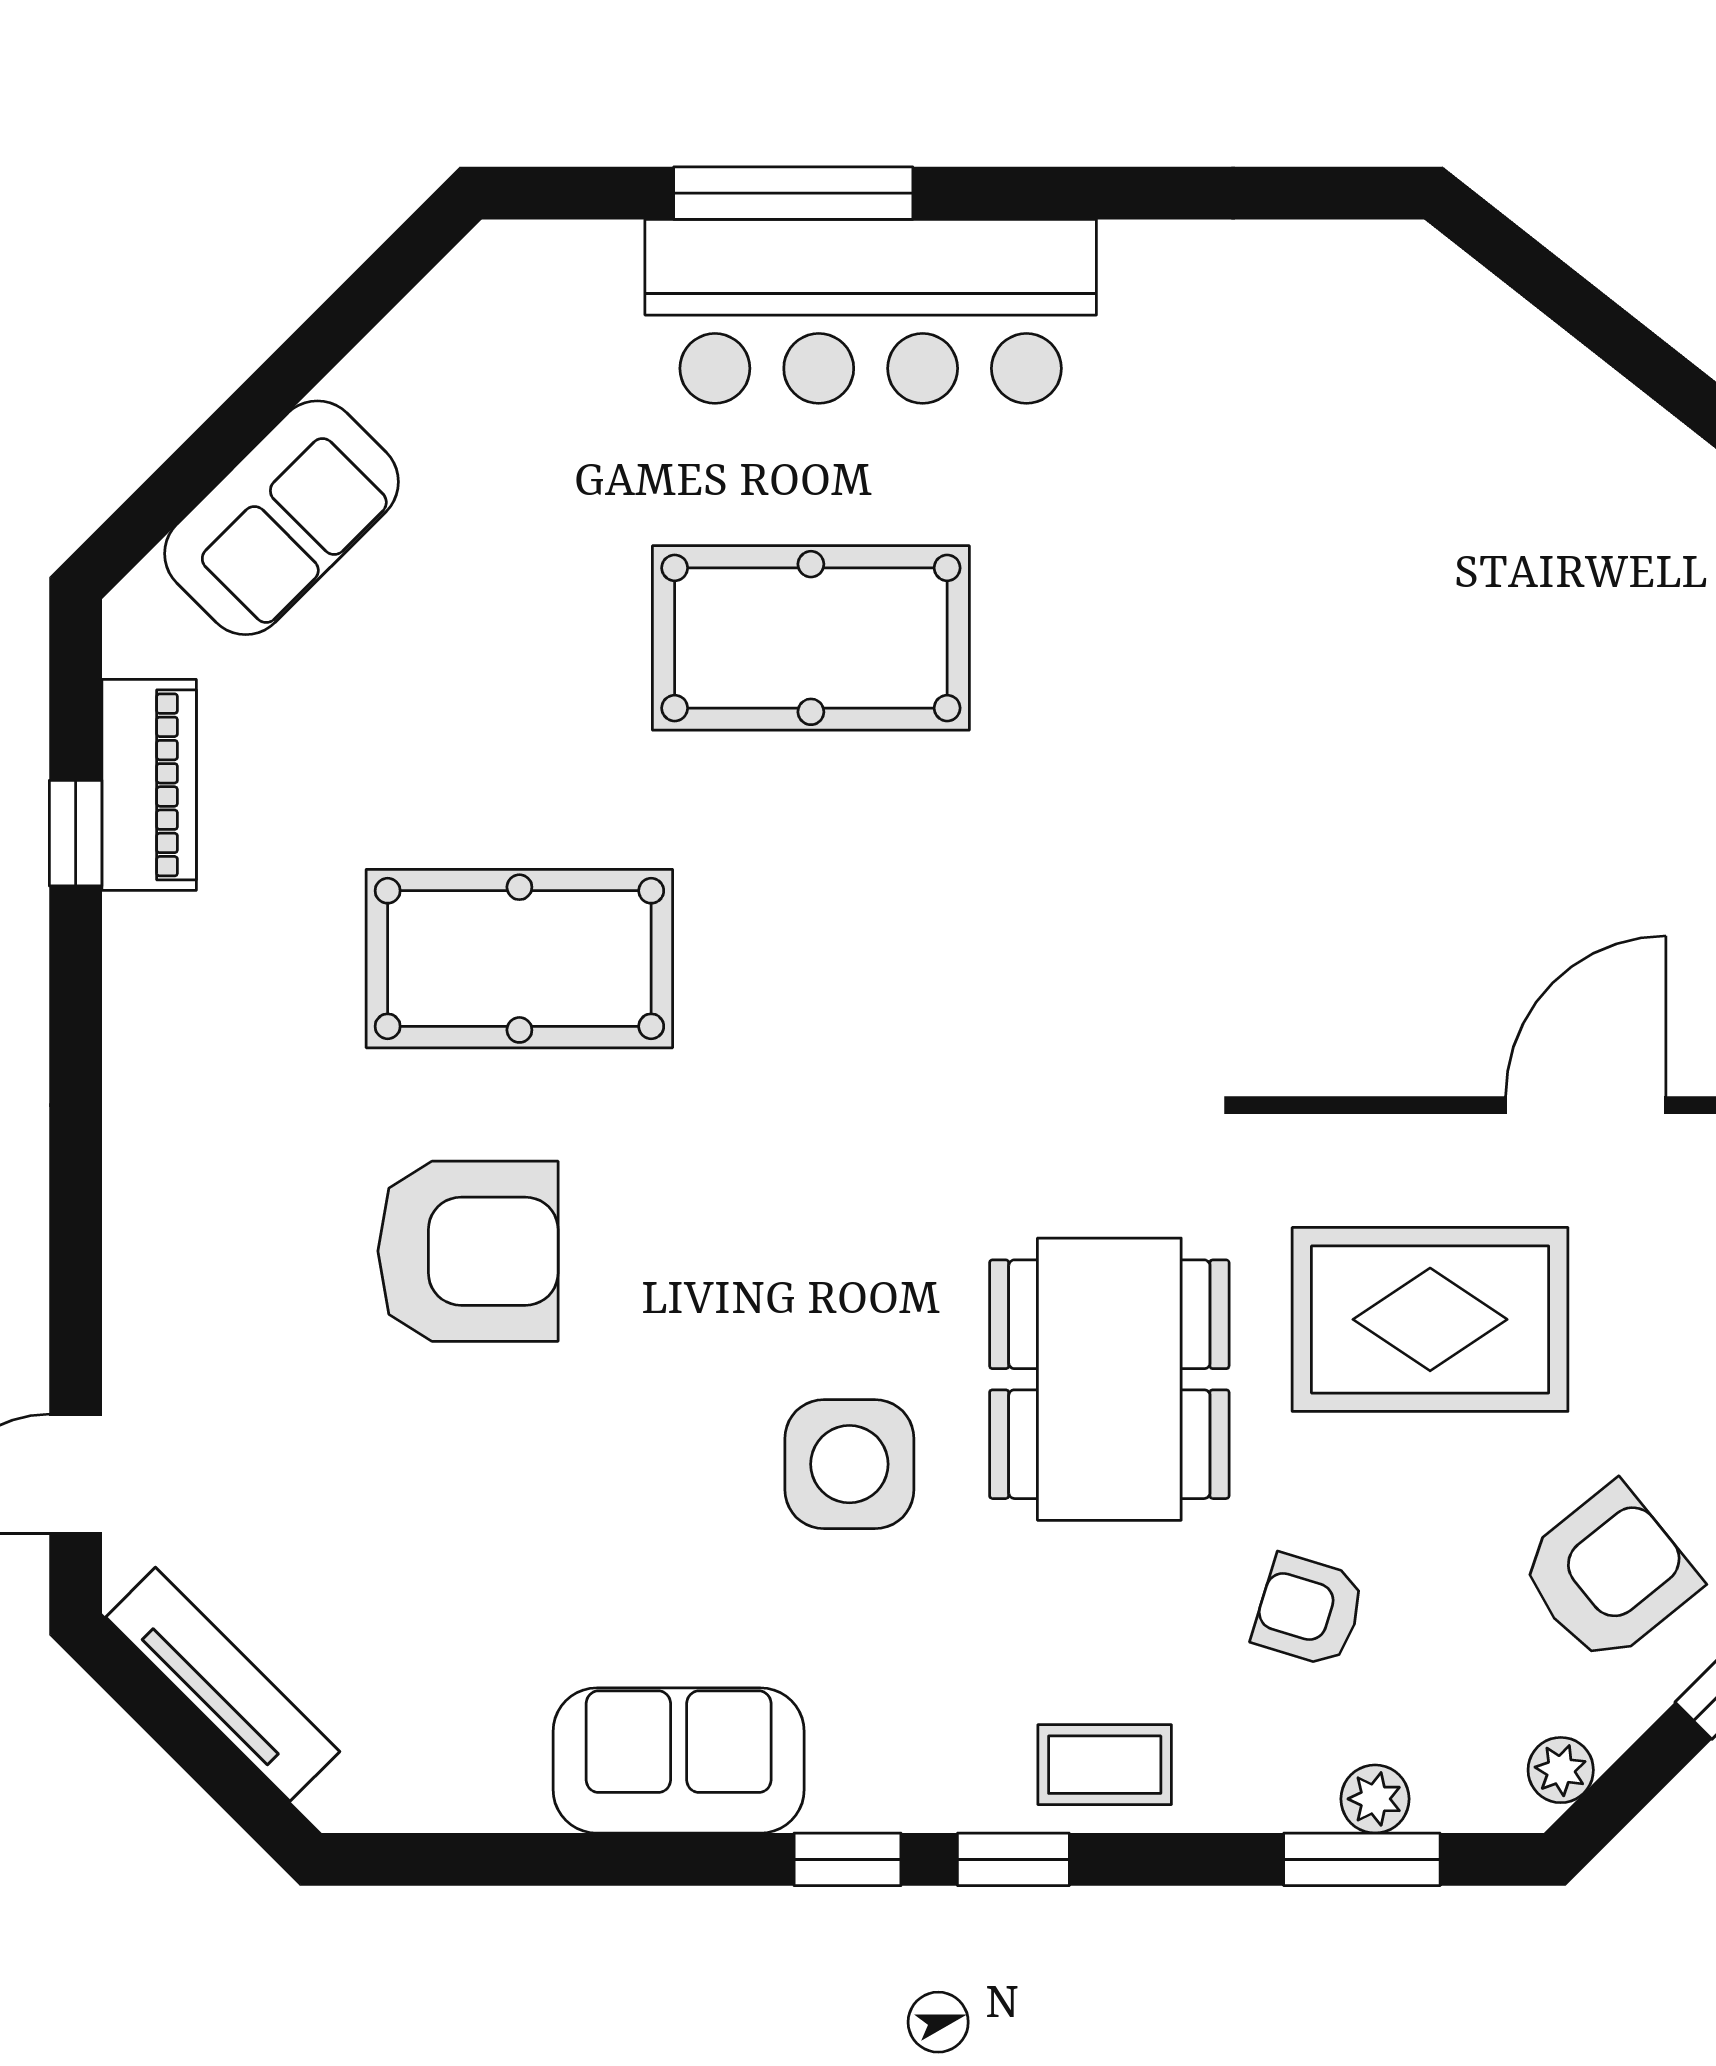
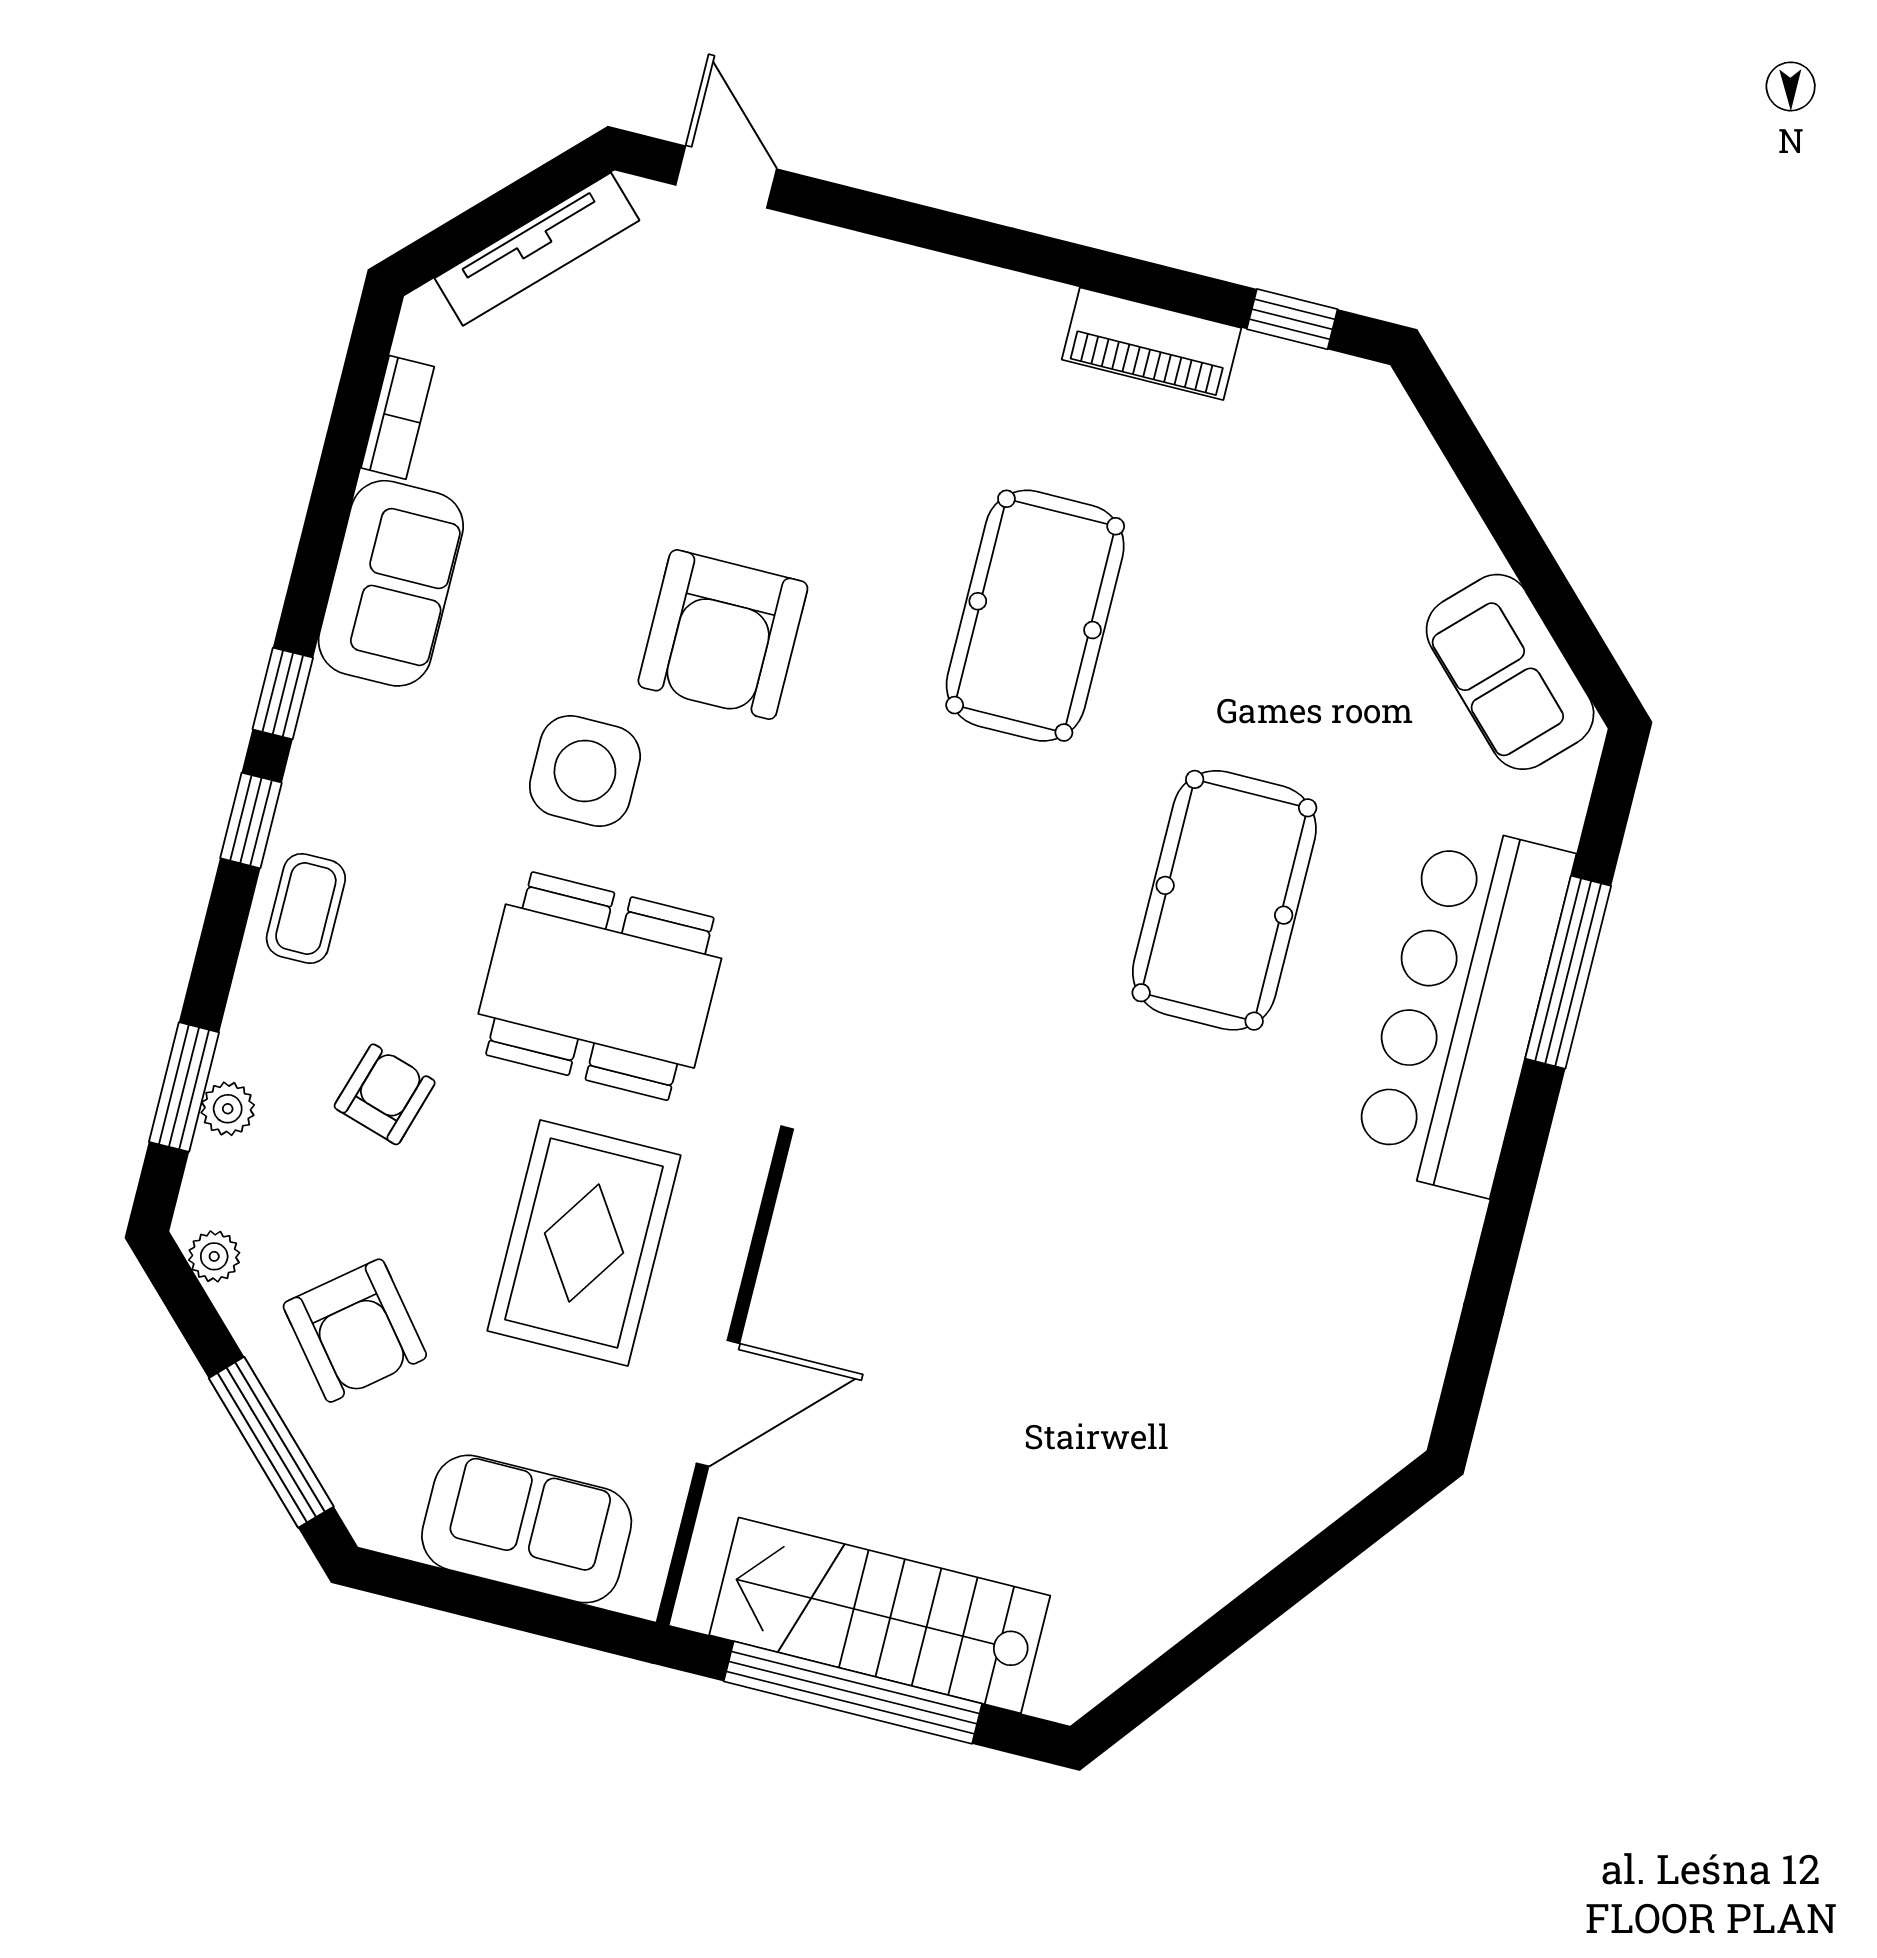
sofa: (282, 518) -> (1510, 672), moved
piano: (149, 785) -> (1152, 344), moved
window: (76, 833) -> (1292, 319), moved
door: (1586, 1105) -> (718, 1403), hinge flipped
armchair: (468, 1251) -> (723, 635), moved
bookcase: (472, 1804) -> (398, 417), added

